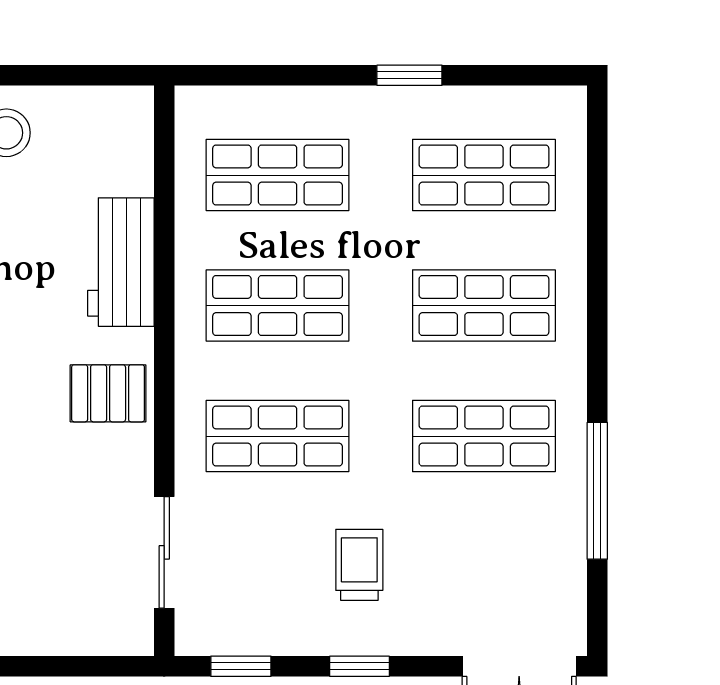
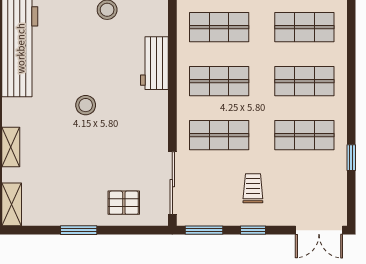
pallet: (108, 393) -> (124, 203), moved
window: (597, 491) -> (351, 158), width x0.46
sliding door: (164, 552) -> (172, 183), width x1.37
window: (241, 666) -> (204, 230), width x1.50

